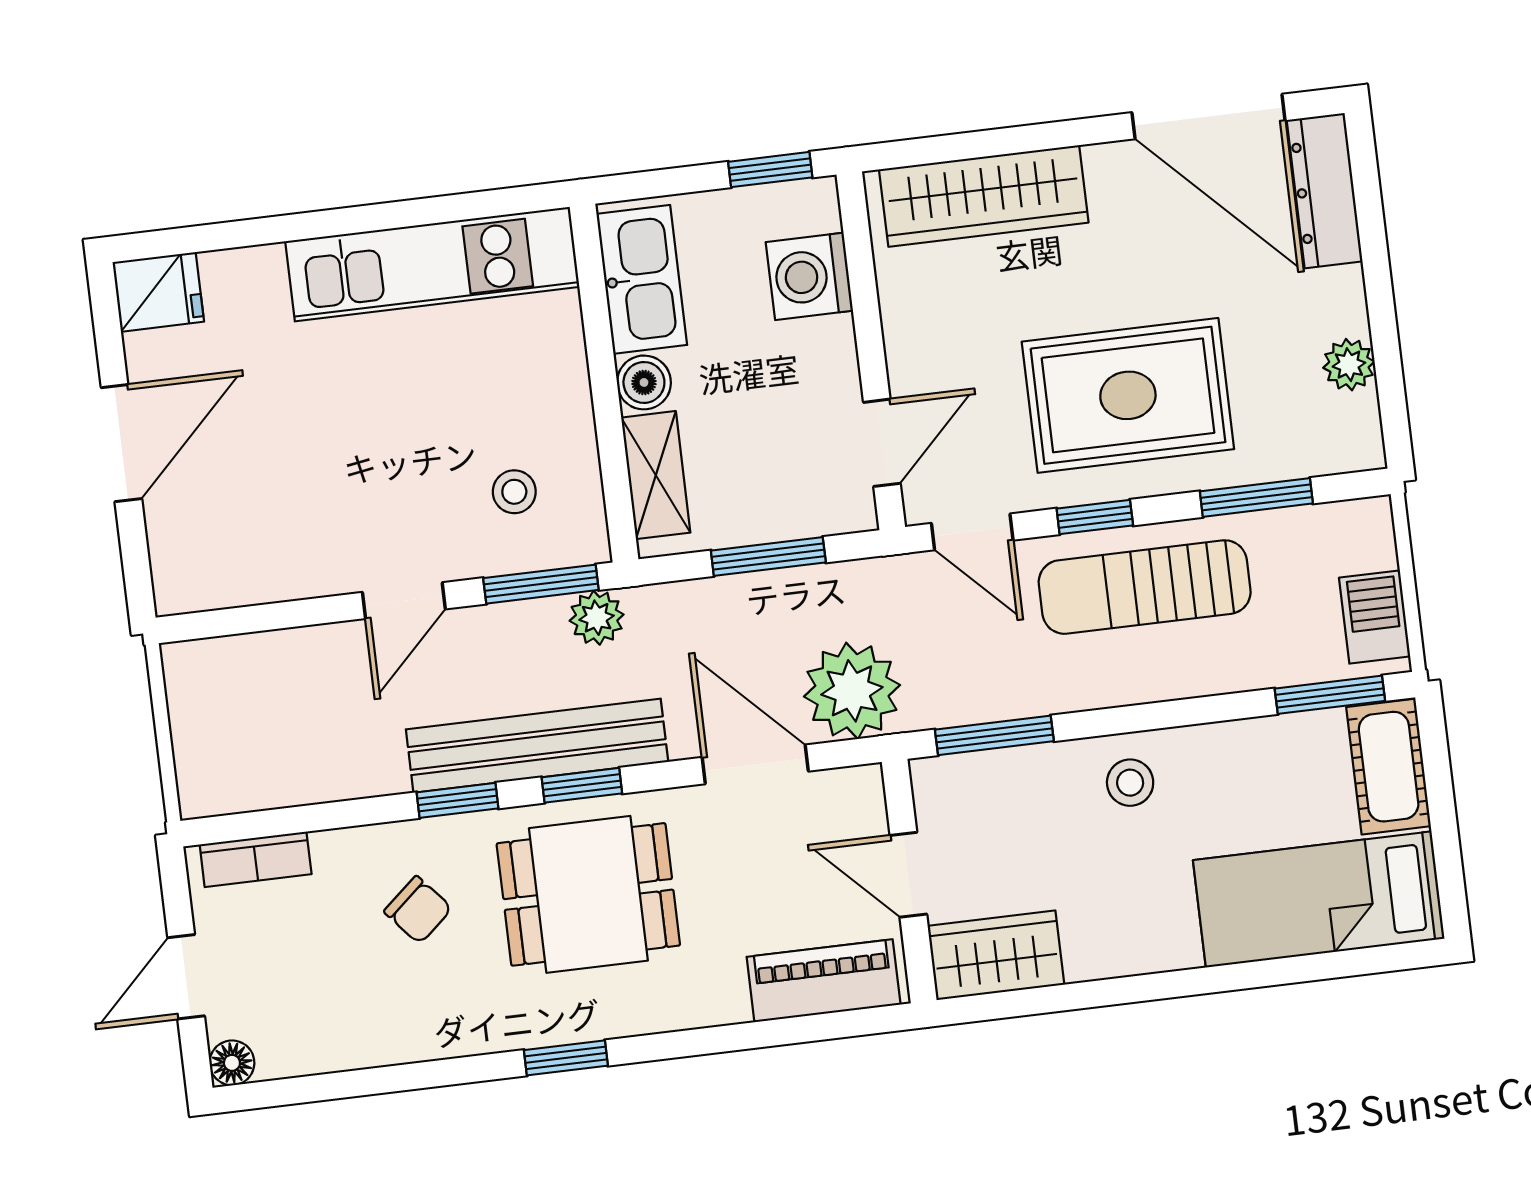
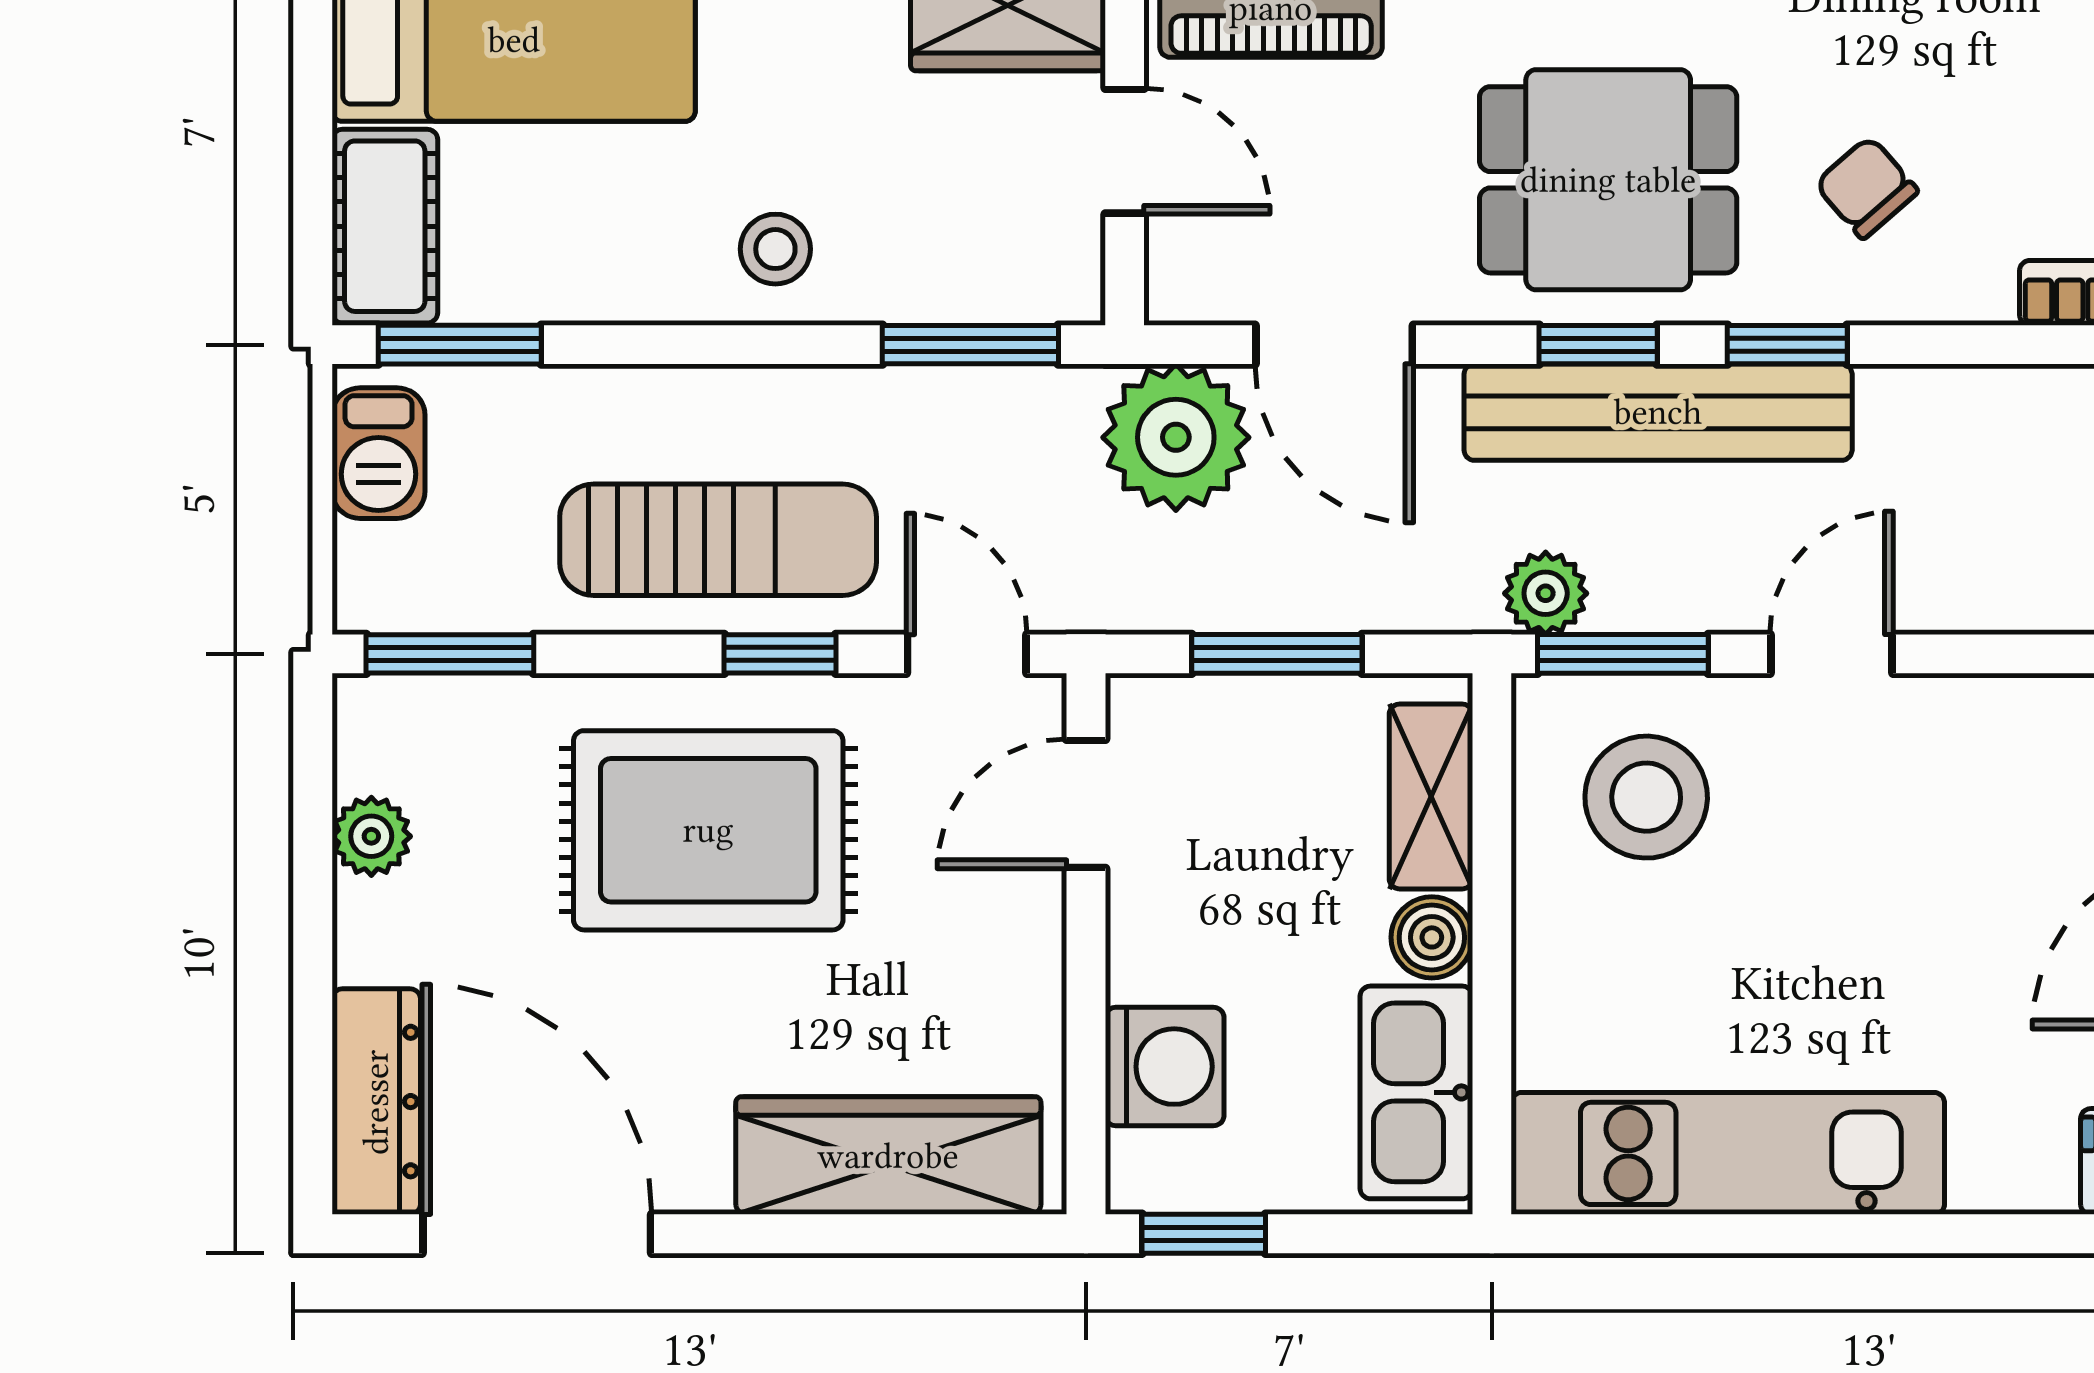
stool: (514, 492) -> (1646, 797), width x1.89, depth x1.89
window: (1256, 497) -> (450, 654), moved

